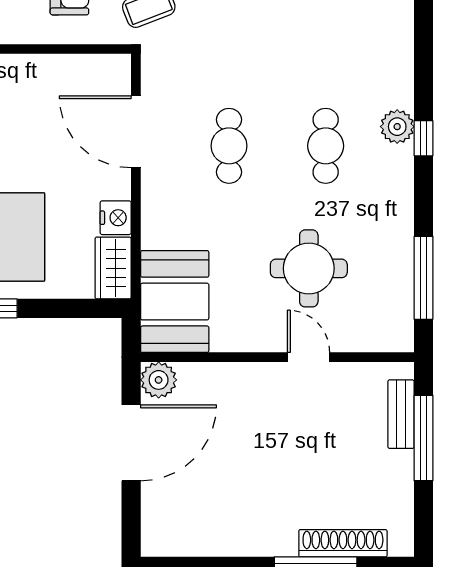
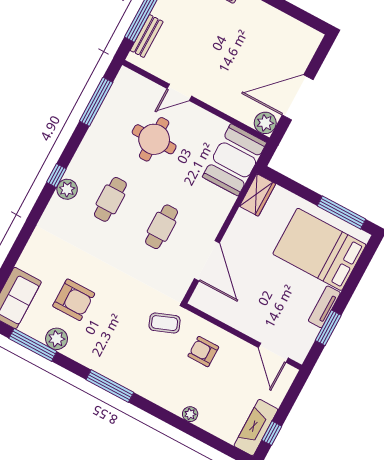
nightstand: (116, 218) -> (242, 221), removed
door: (309, 357) -> (179, 92), hinge flipped

